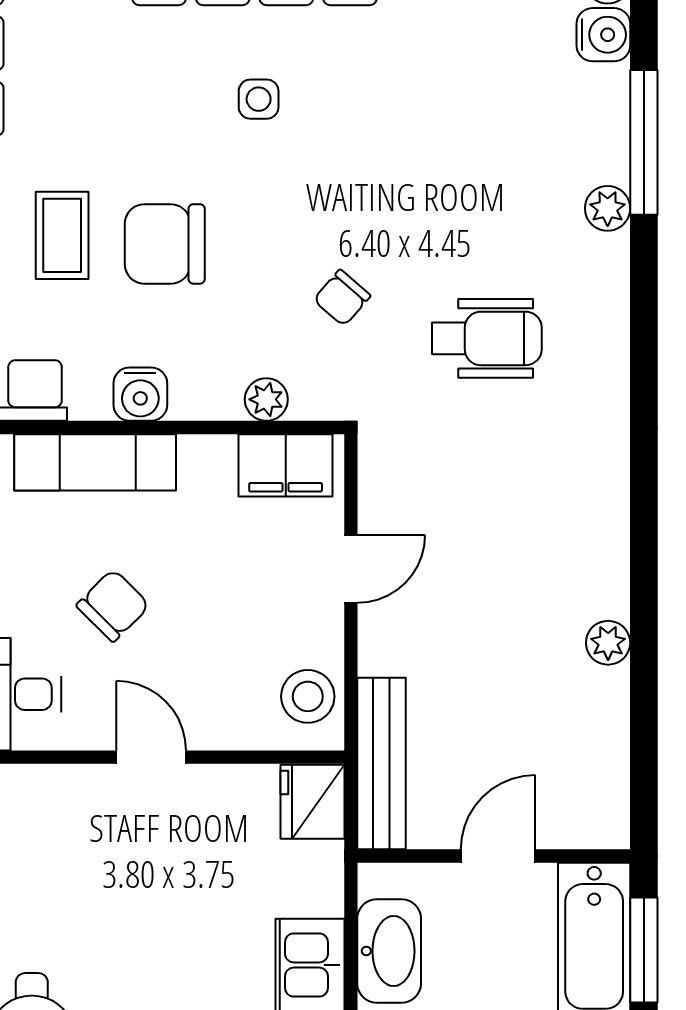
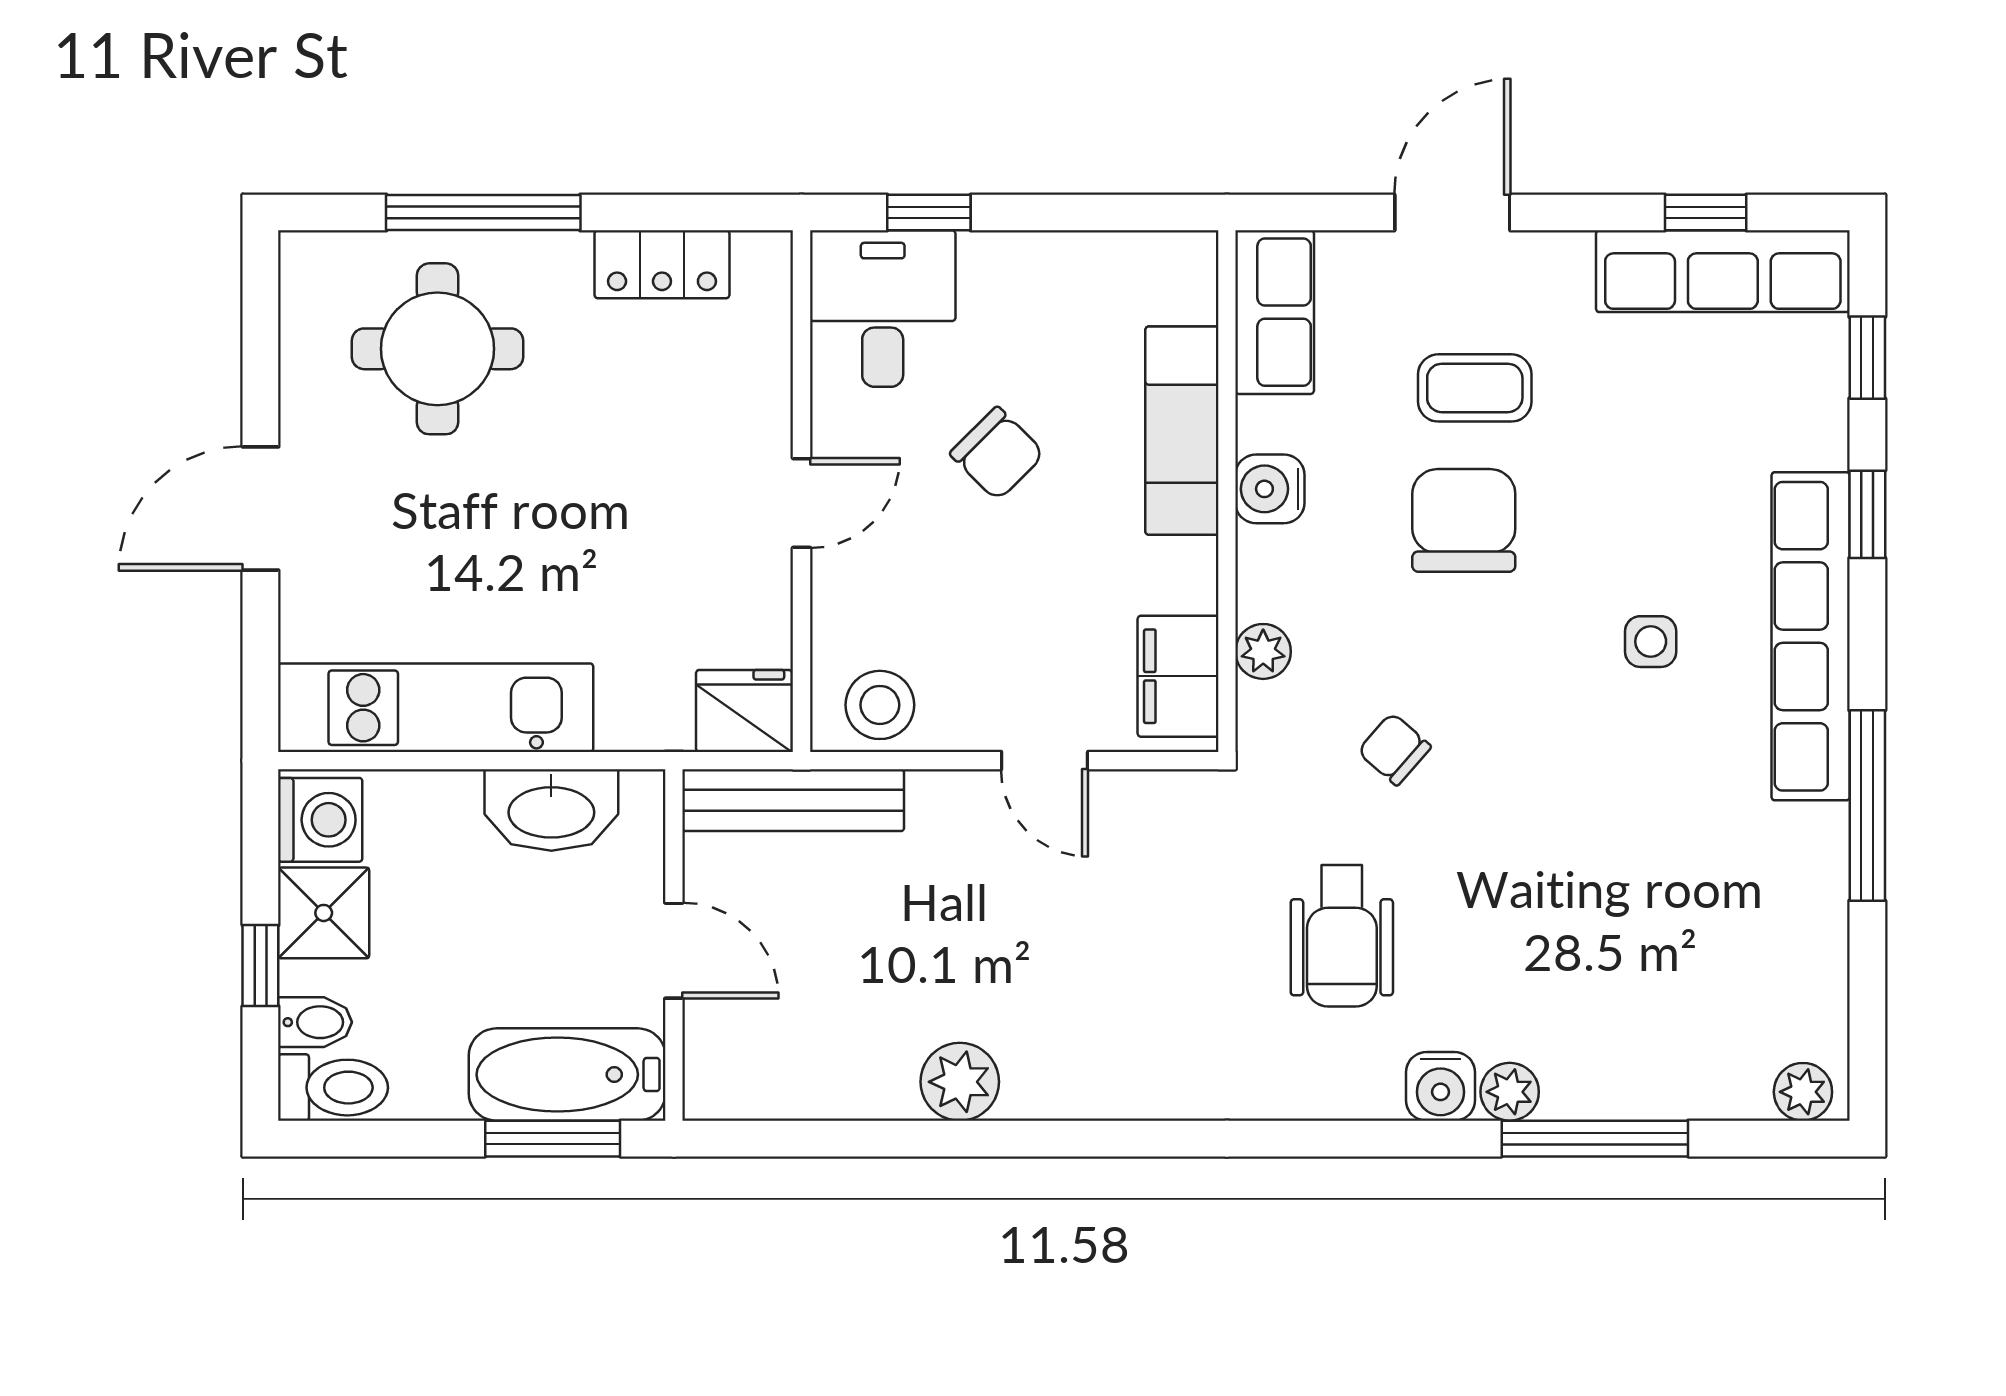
water cooler: (603, 35) -> (1440, 1086), moved
plant: (608, 643) -> (960, 1082), width x1.38, depth x1.38

